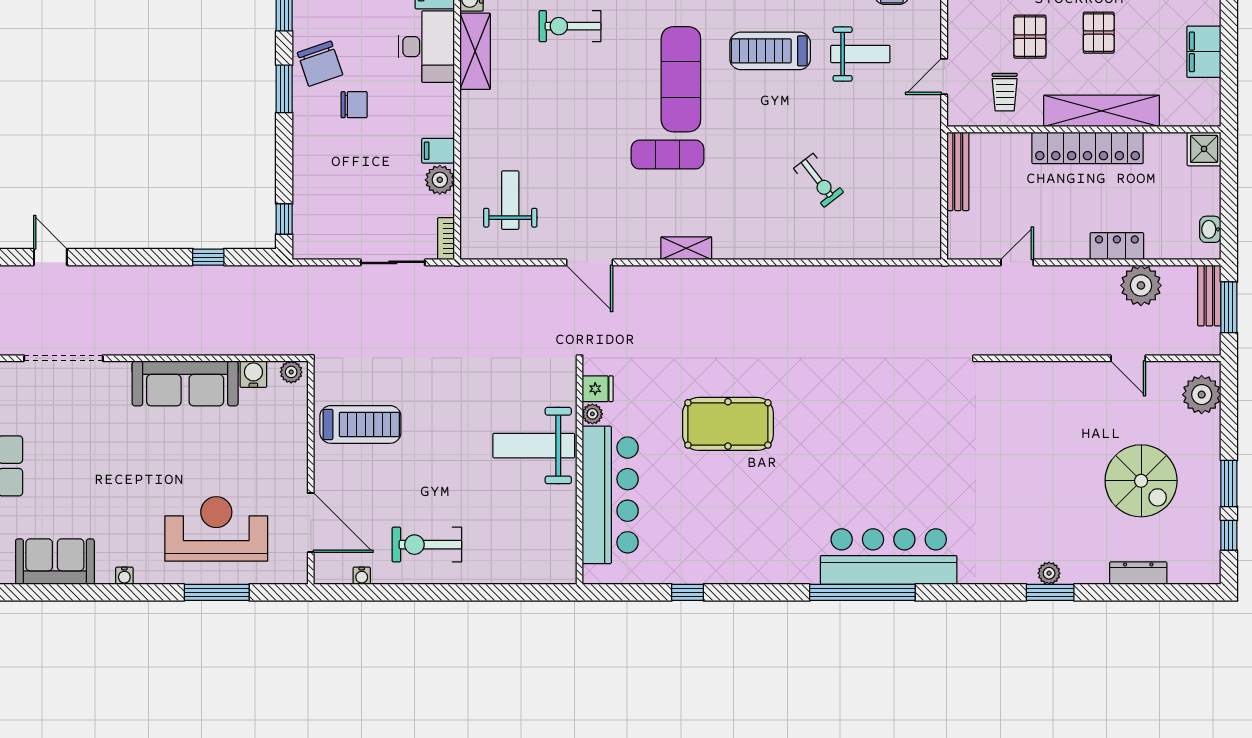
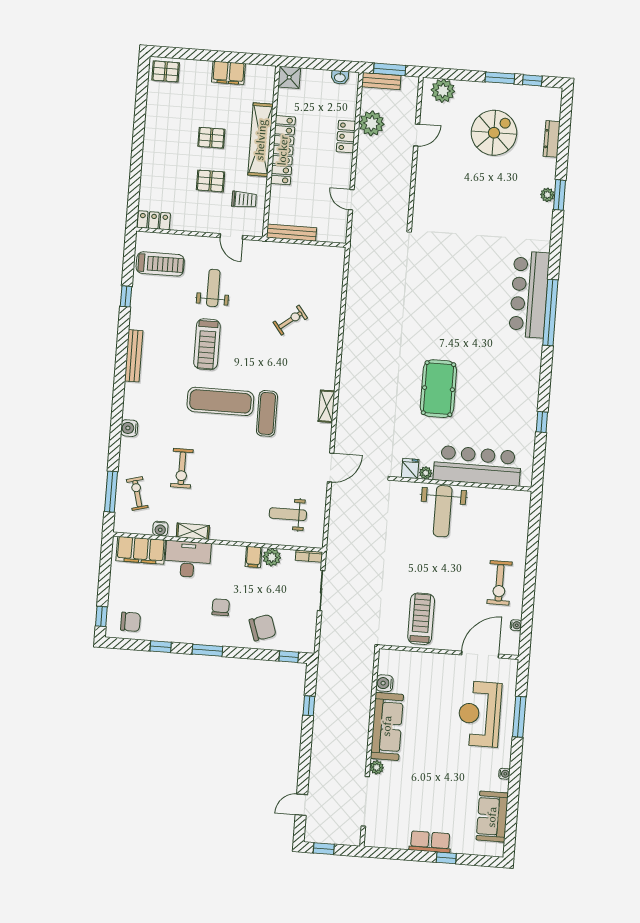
shelving: (475, 51) -> (193, 531), width x0.67, depth x0.75
chair: (320, 64) -> (263, 628), moved
plant: (291, 372) -> (377, 767), moved

